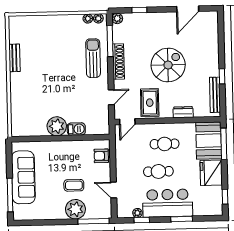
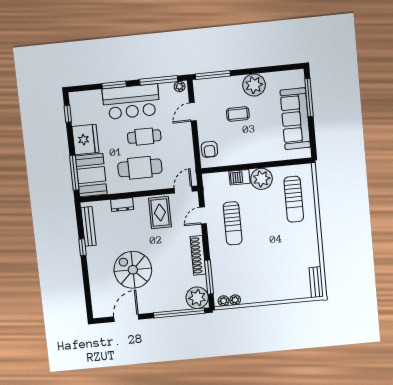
window: (139, 10) -> (179, 313), width x3.17
plant: (117, 18) -> (197, 298), width x1.88, depth x1.88
bench: (14, 58) -> (316, 282), moved
sun lounger: (93, 58) -> (233, 223), moved
spiral stairs: (168, 65) -> (133, 270), moved, turned 90
sun lounger: (29, 106) -> (294, 199), added
cafe table: (165, 144) -> (140, 168), width x1.37, depth x1.35
armchair: (101, 156) -> (209, 149), turned 90
door: (114, 190) -> (193, 112), swing flipped
plant: (75, 209) -> (254, 85), moved
plant: (137, 213) -> (180, 87), moved
window: (142, 220) -> (159, 80), width x2.17

